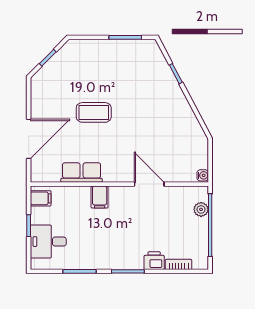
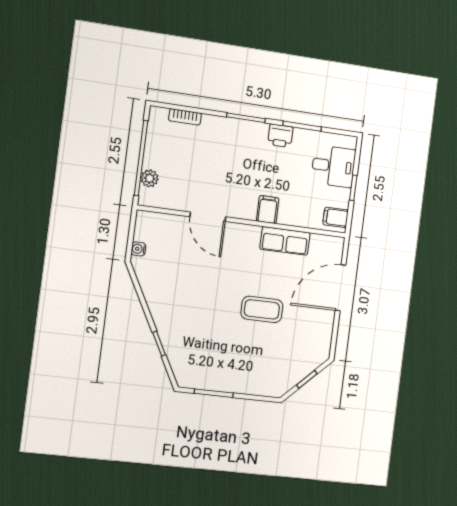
water cooler: (203, 175) -> (138, 249), moved
printer: (154, 261) -> (280, 136), moved

